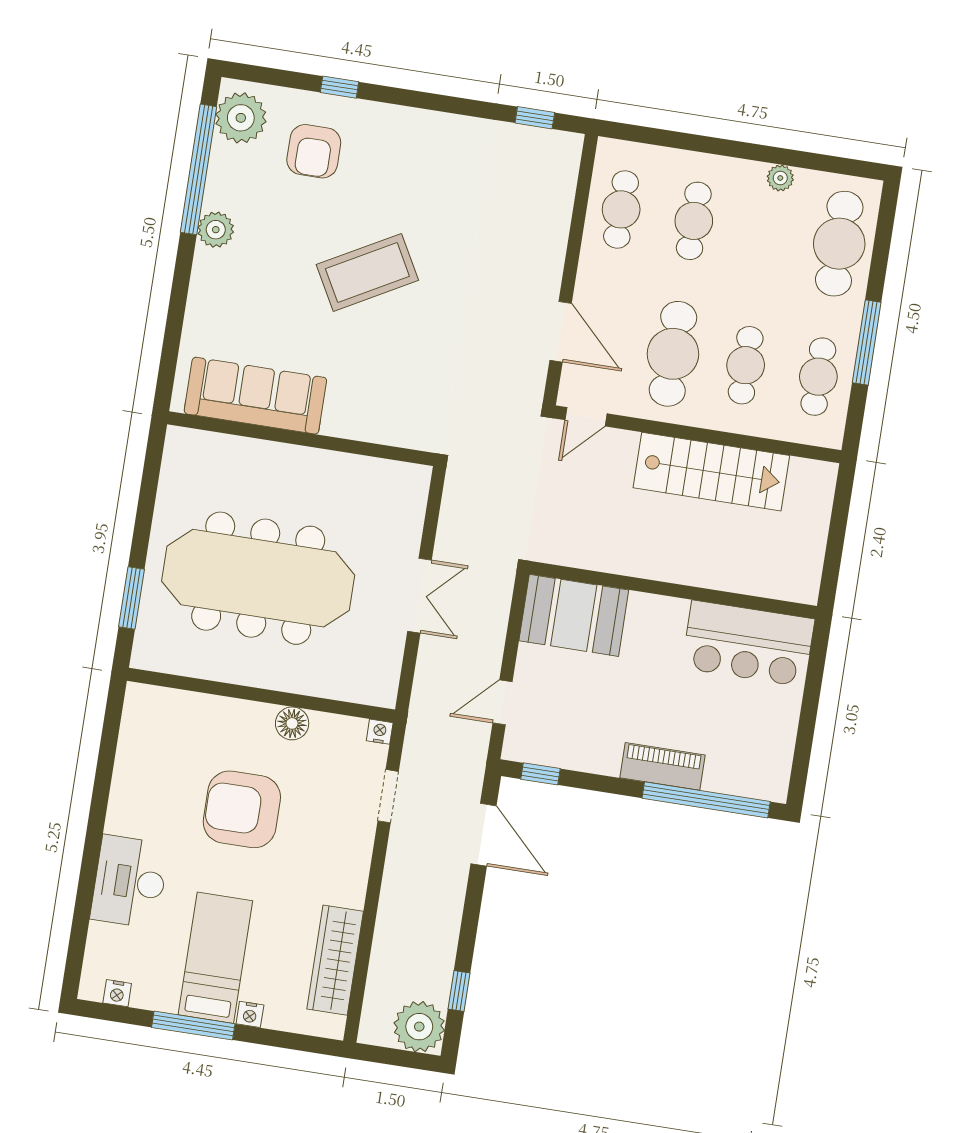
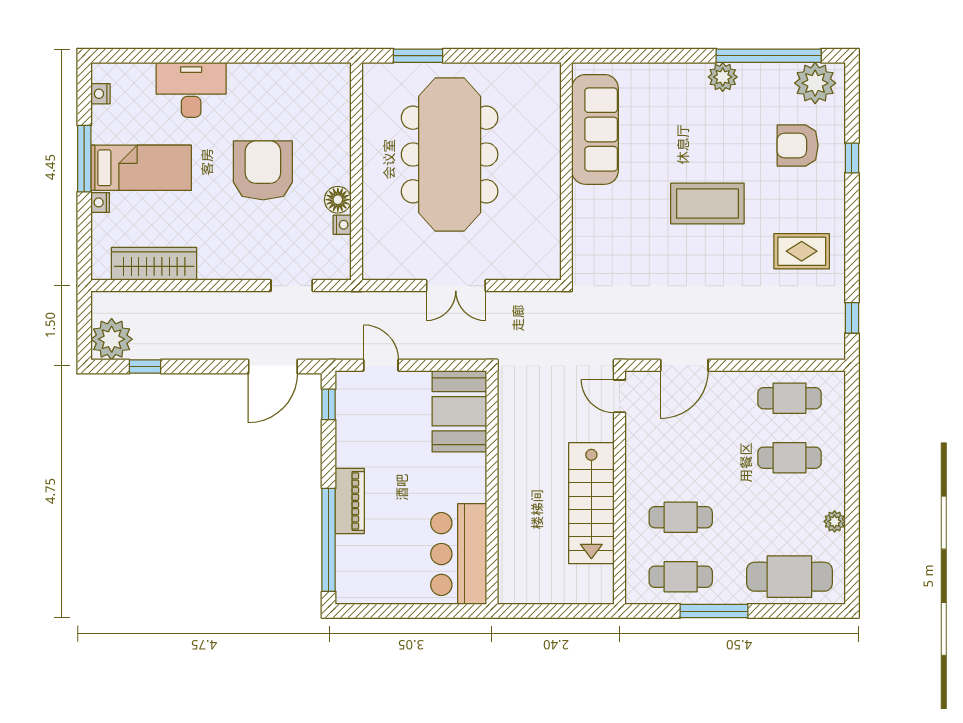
rug: (444, 166) -> (802, 251), added
coffee table: (367, 272) -> (707, 204), turned -61
cafe table: (673, 354) -> (681, 458), removed
nightstand: (380, 732) -> (342, 225), moved

